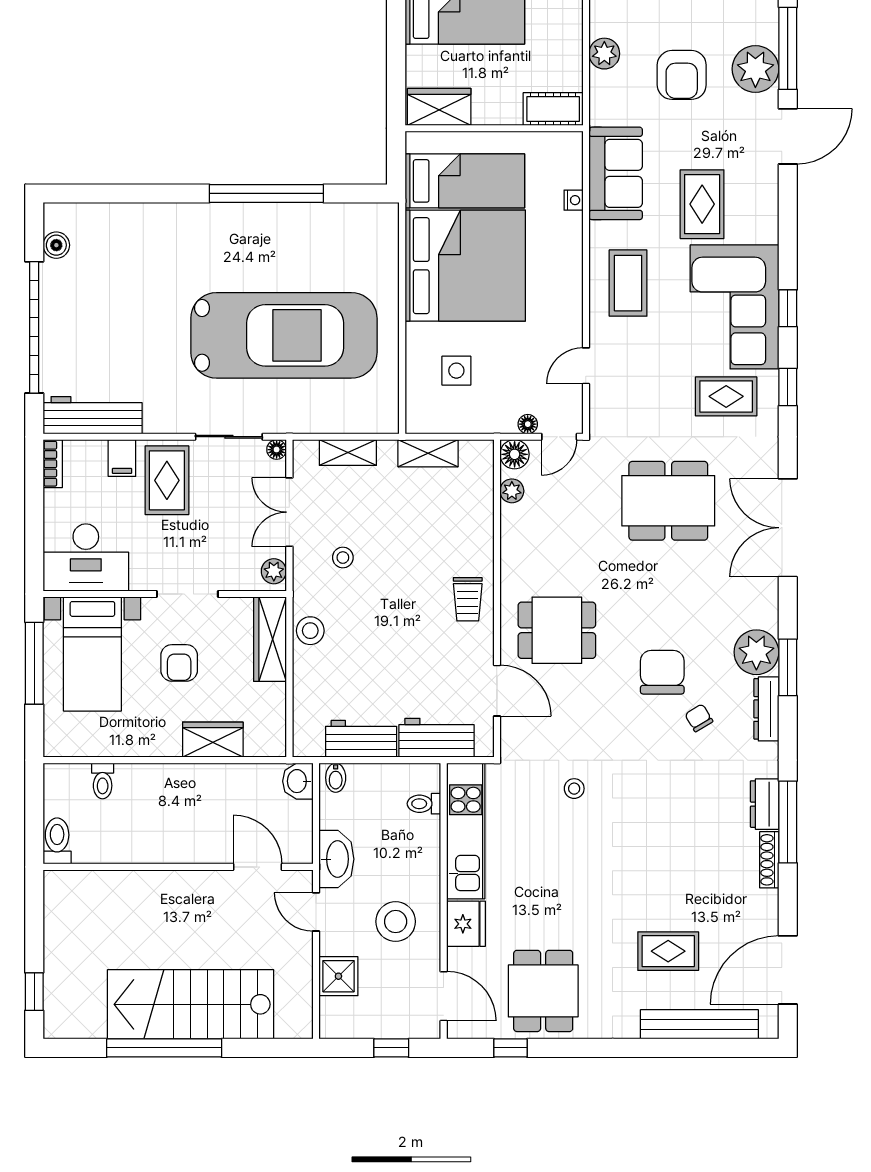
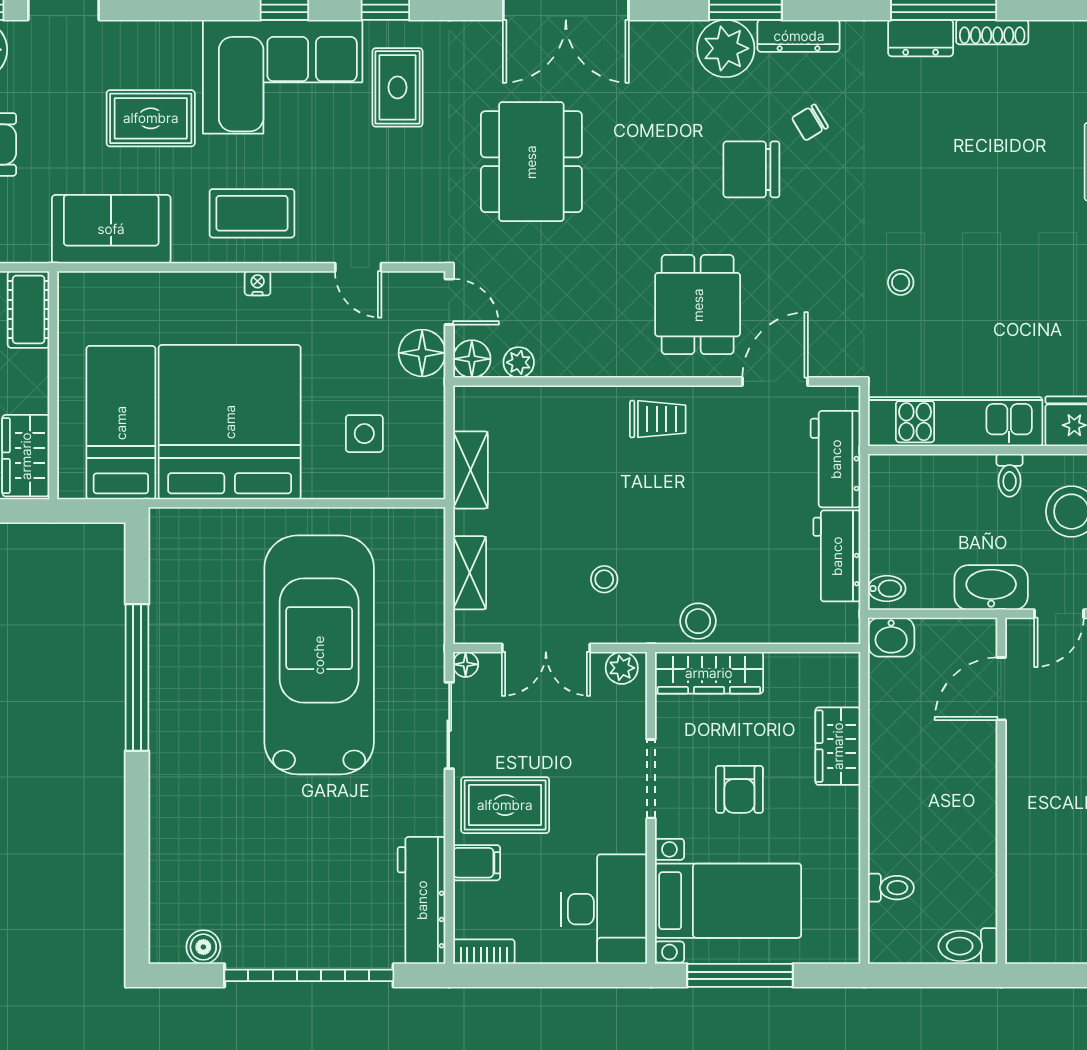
nightstand: (574, 200) -> (258, 283), moved
floor lamp: (528, 424) -> (422, 353), width x1.89, depth x1.89
armchair: (179, 663) -> (739, 789), turned 90
toilet: (424, 804) -> (1010, 475), moved

